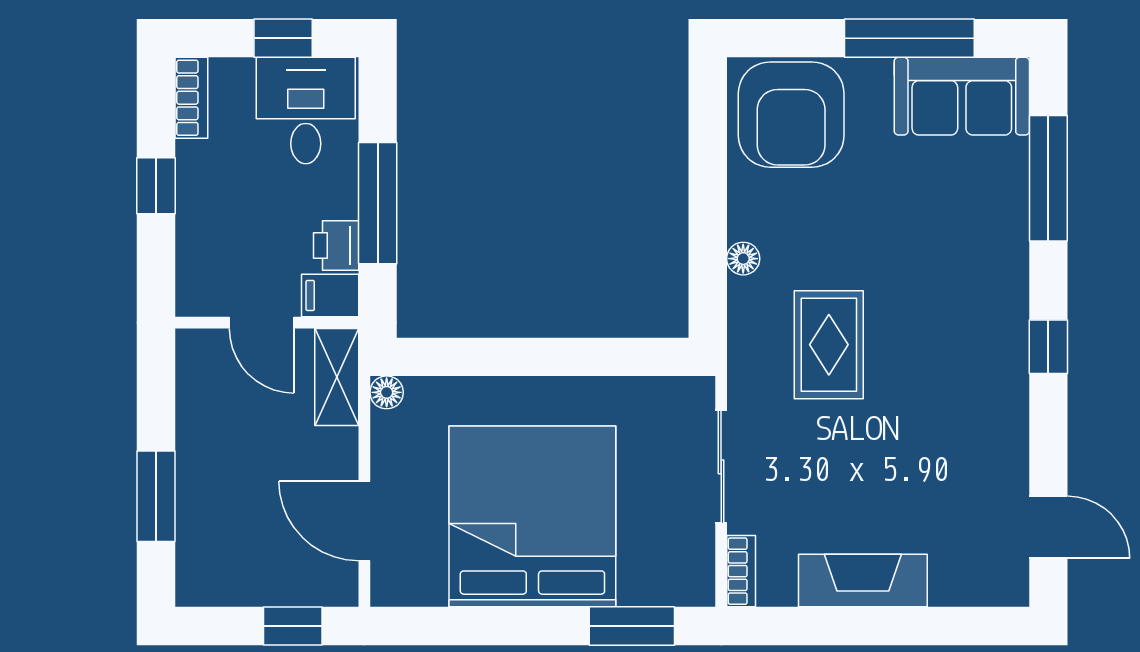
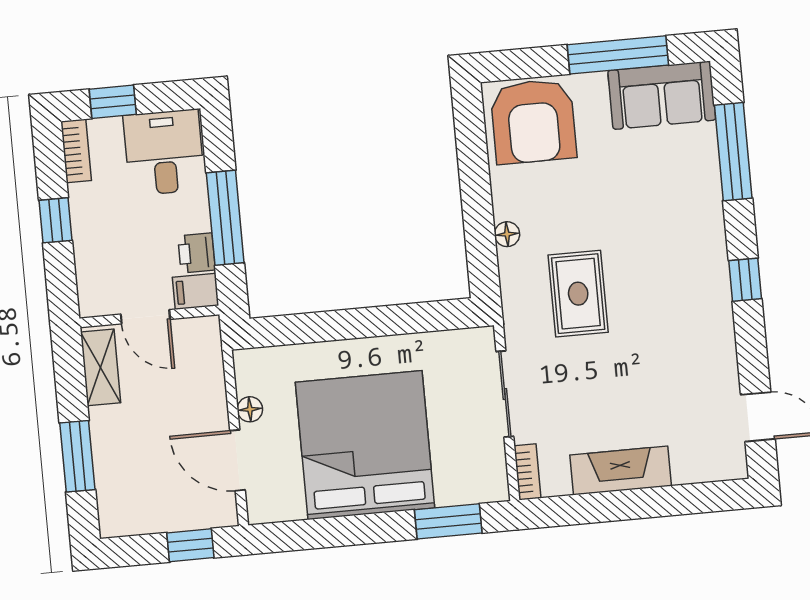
window: (283, 38) -> (113, 102), moved
shelving: (337, 377) -> (101, 367), moved
floor lamp: (387, 392) -> (250, 409), moved

